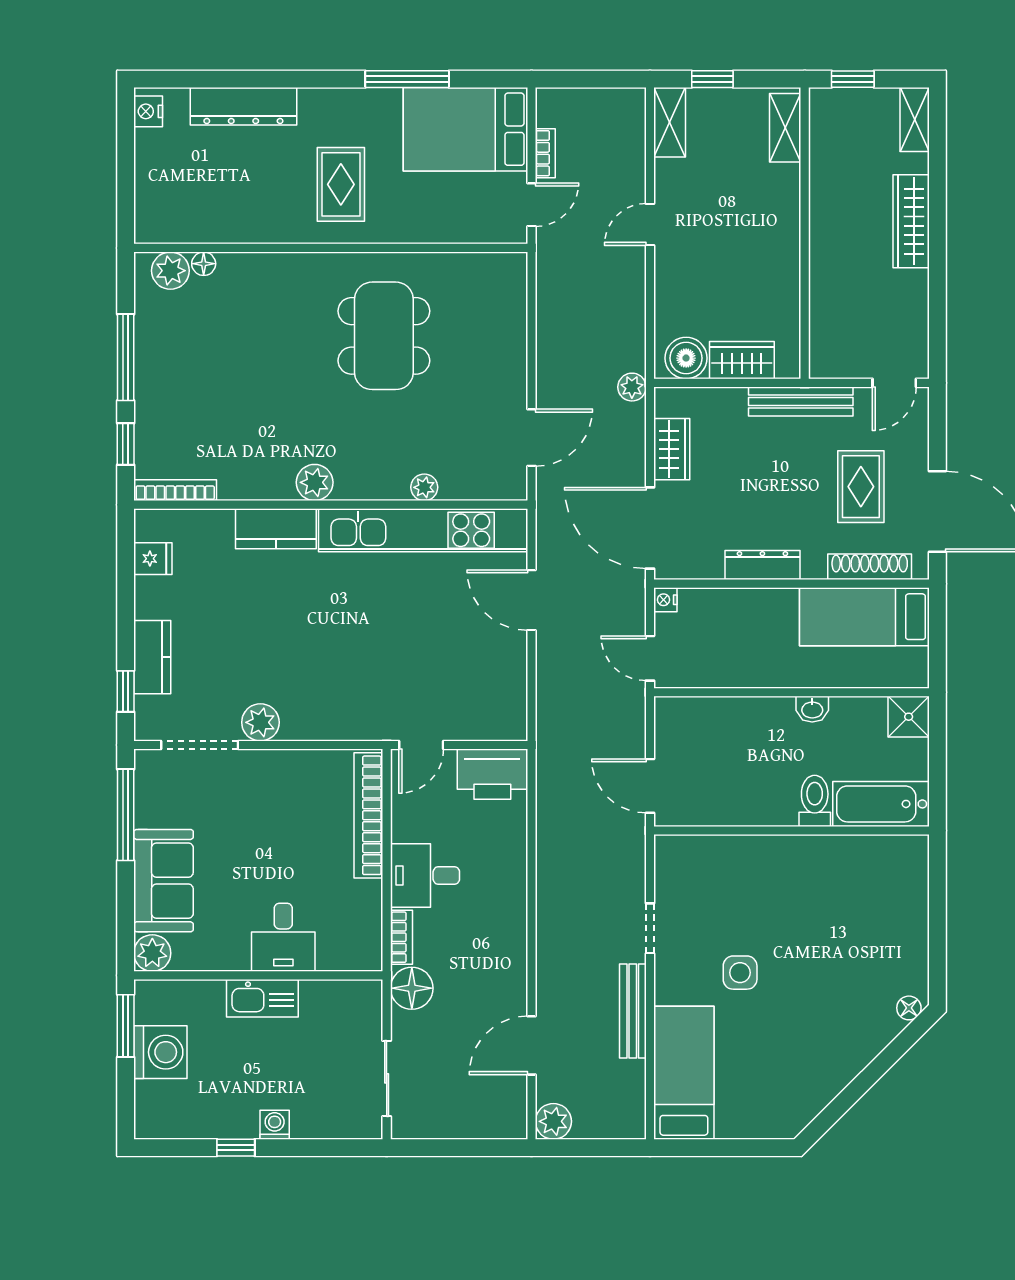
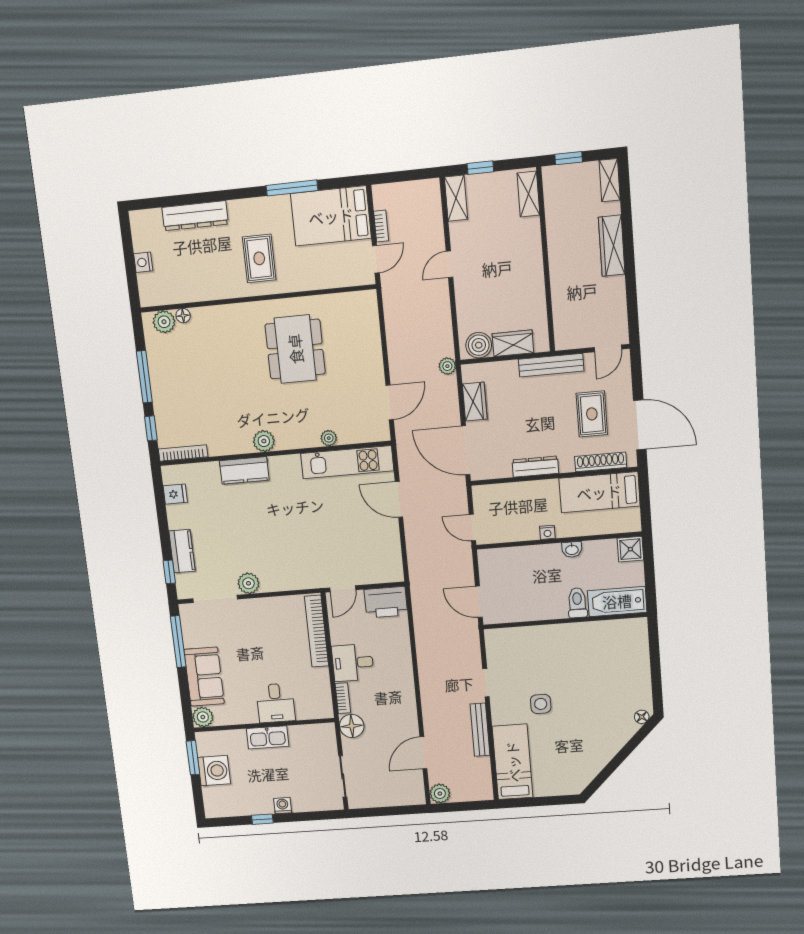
nightstand: (148, 111) -> (143, 262), moved
kitchen unit: (423, 530) -> (347, 462), width x0.73
nightstand: (665, 600) -> (547, 532), moved, turned -90

